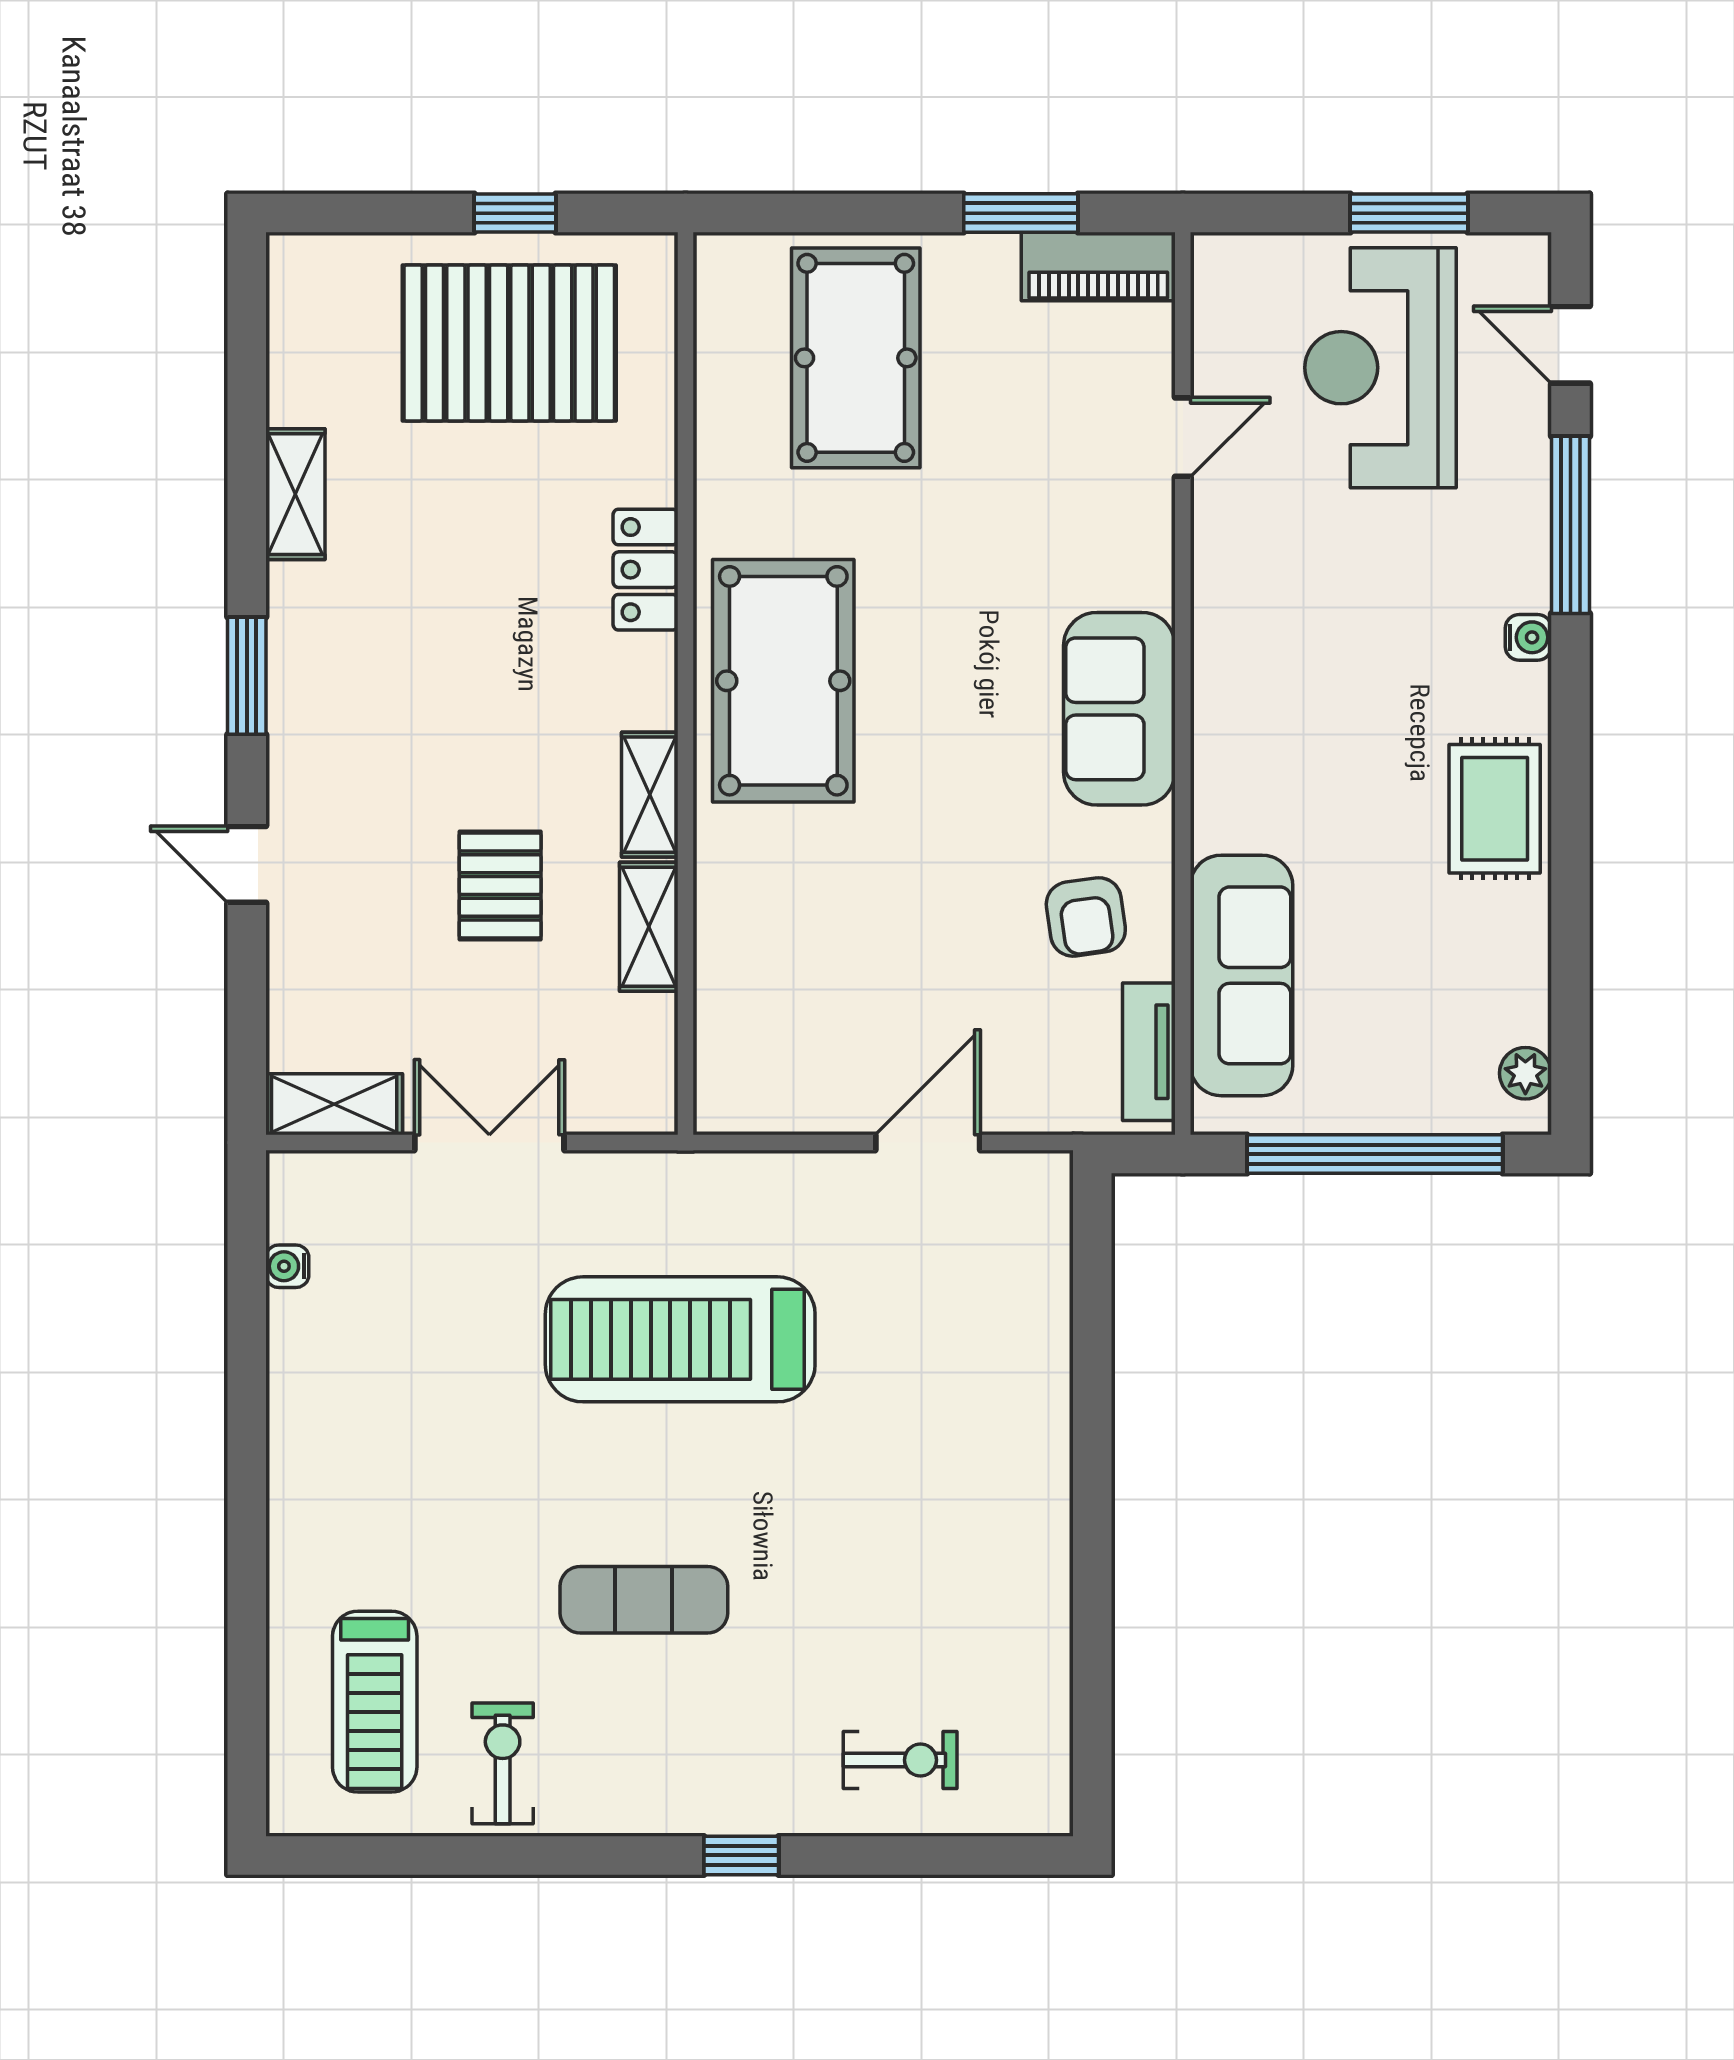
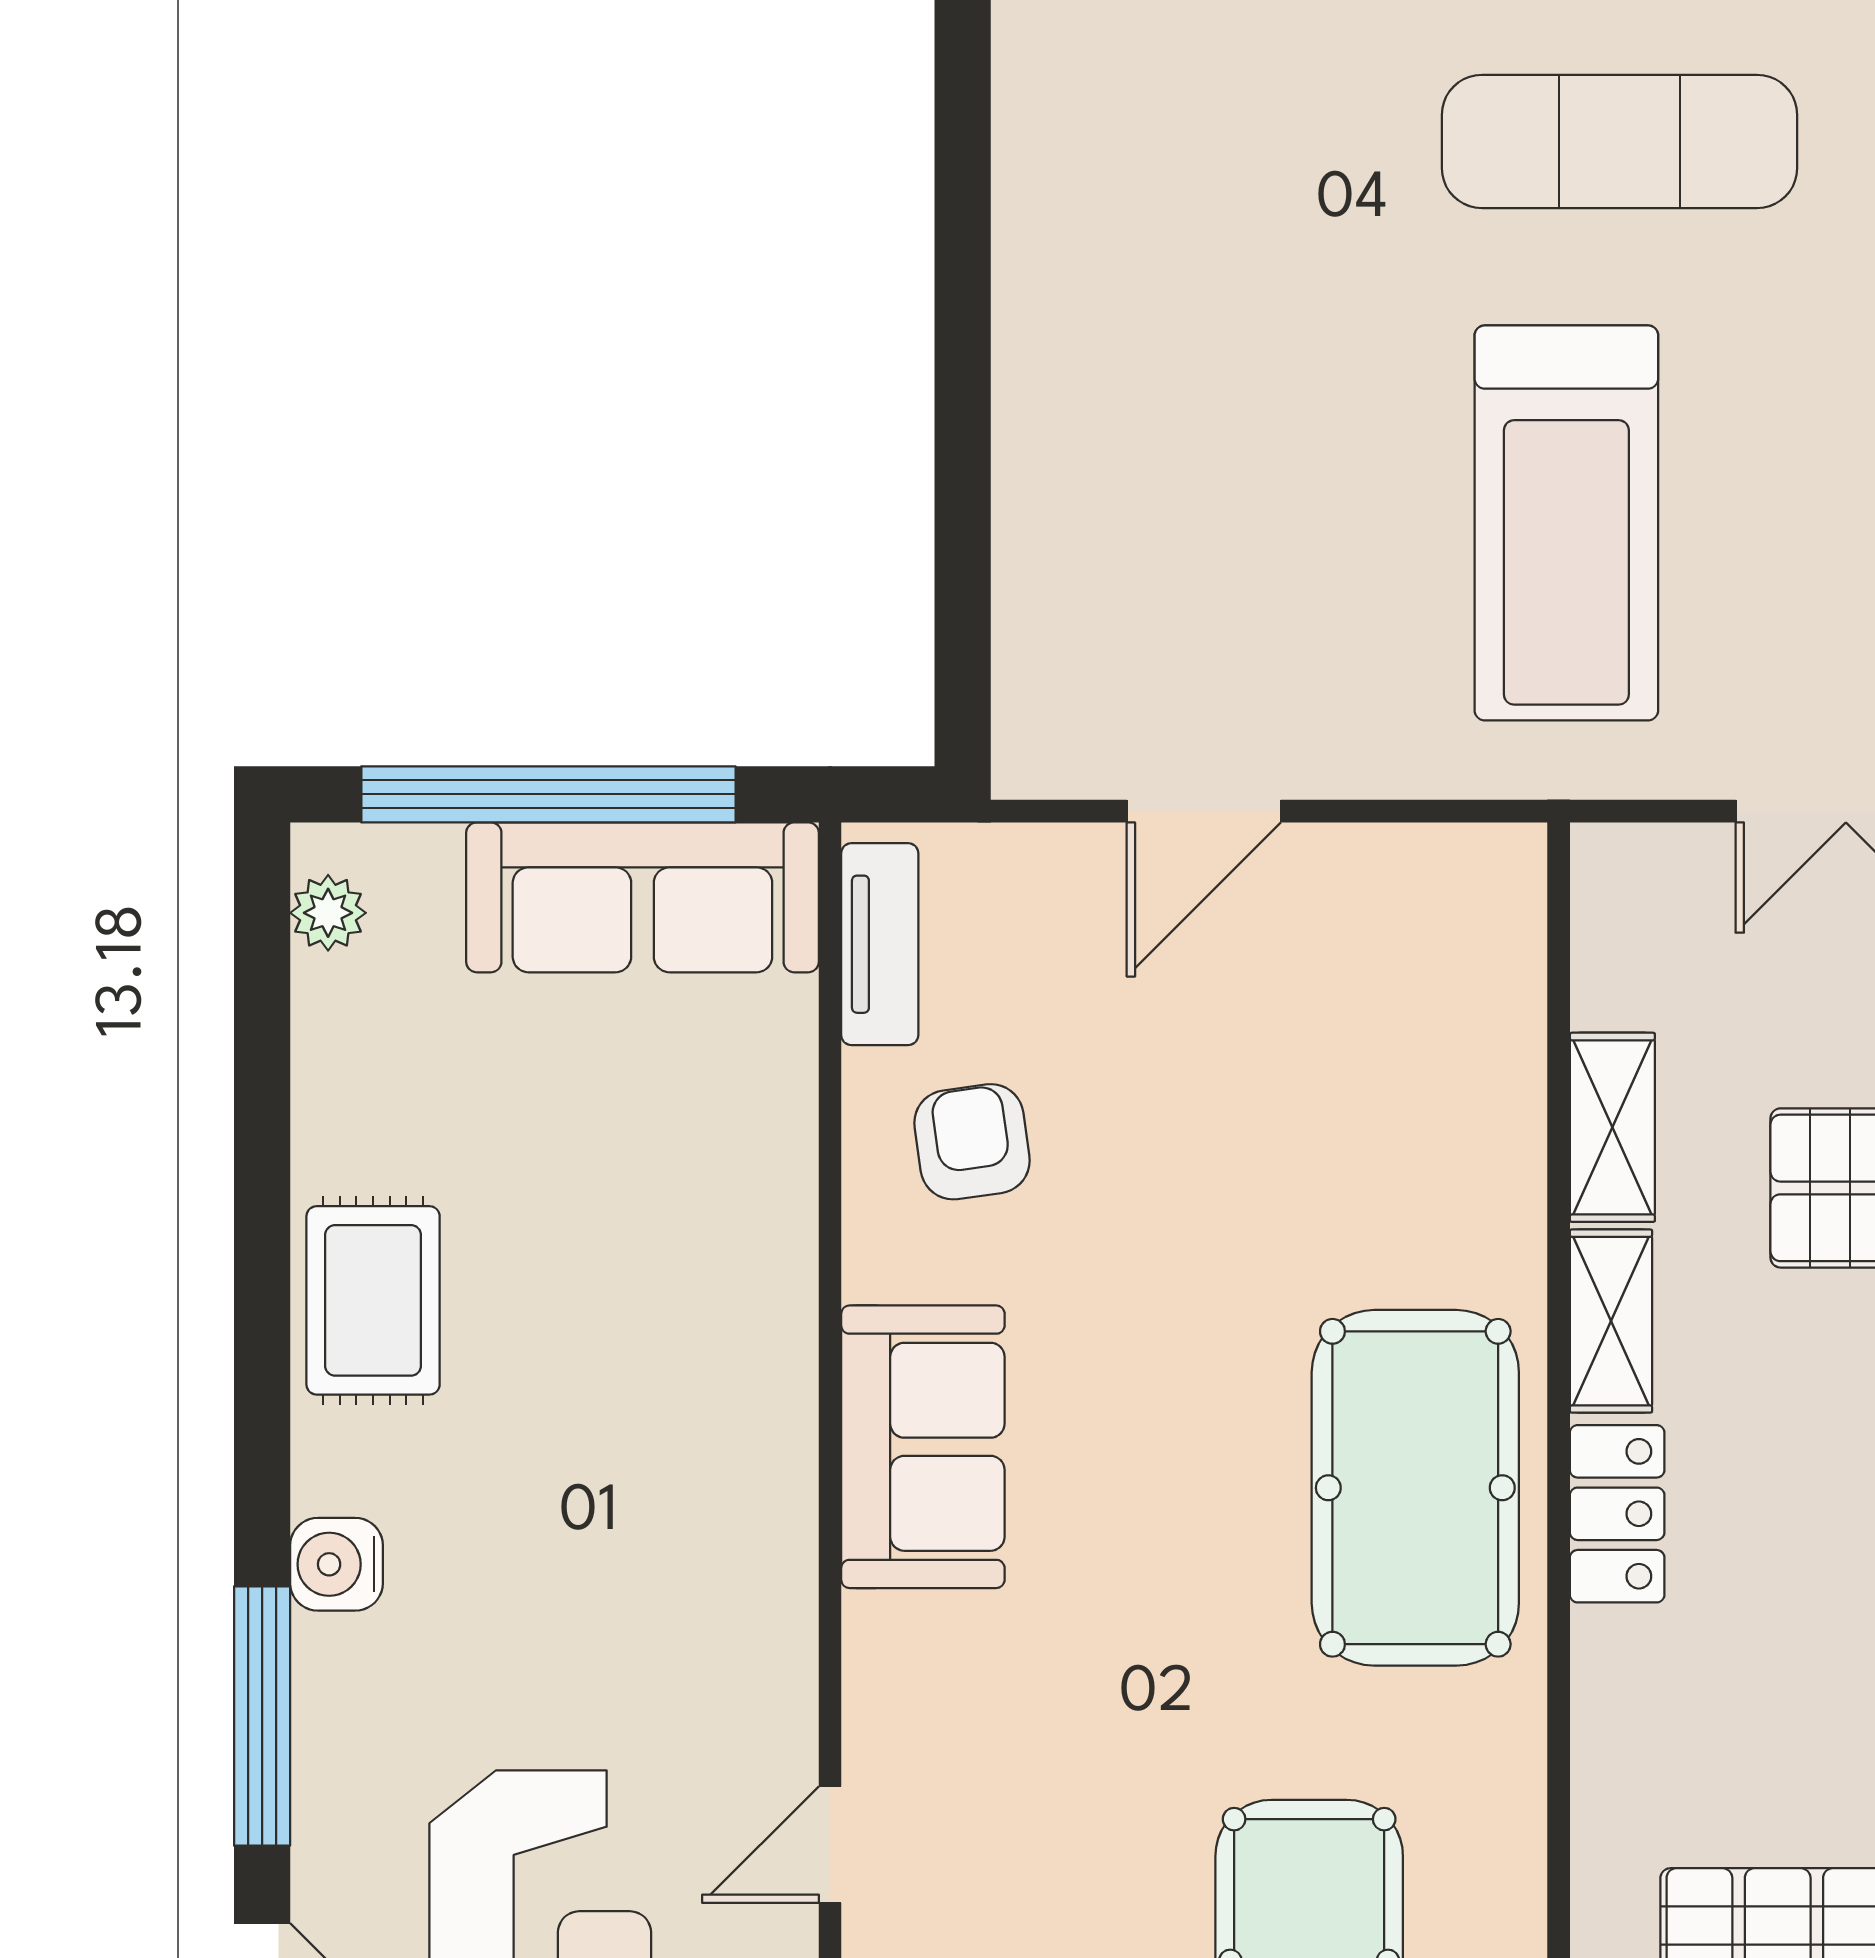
locker: (646, 570) -> (1617, 1514), moved
water cooler: (1528, 637) -> (337, 1564), width x1.38, depth x1.38
sofa: (1242, 975) -> (642, 897), moved, turned -90
treadmill: (680, 1339) -> (1566, 523), turned 90
exercise mat: (644, 1600) -> (1620, 141), width x1.36, depth x1.45

